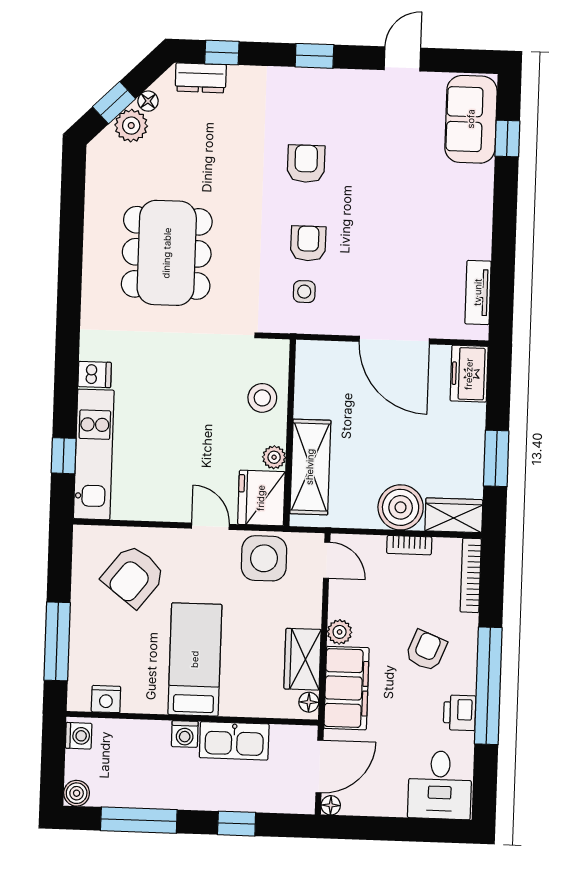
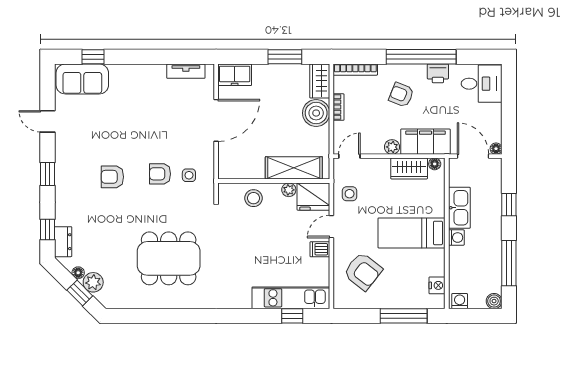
dishwasher: (95, 374) -> (320, 249), moved, turned -90
side table: (264, 558) -> (350, 194), width x0.54, depth x0.54

